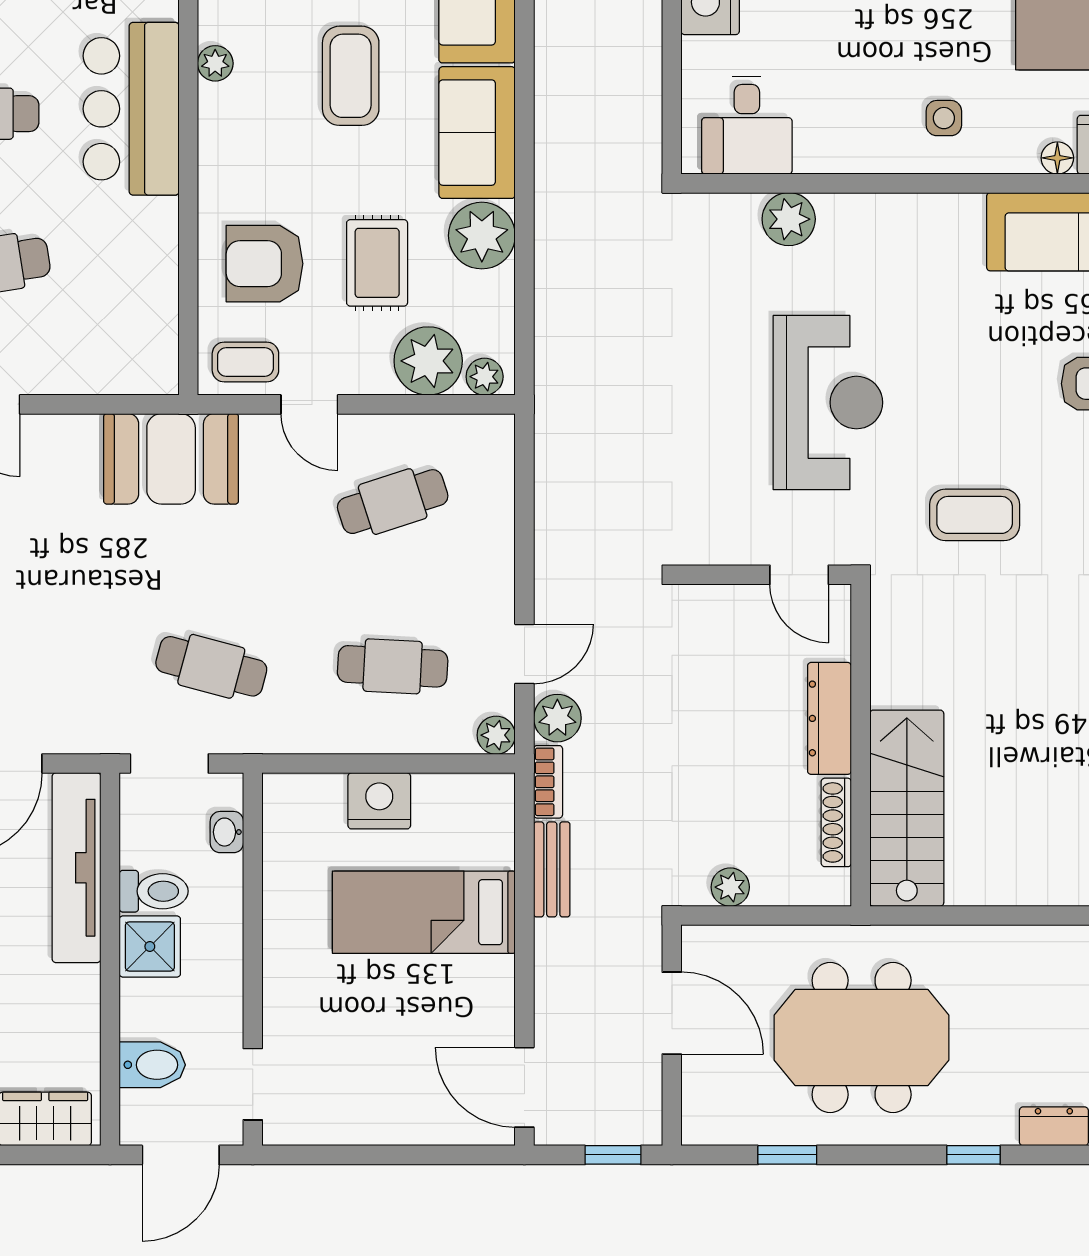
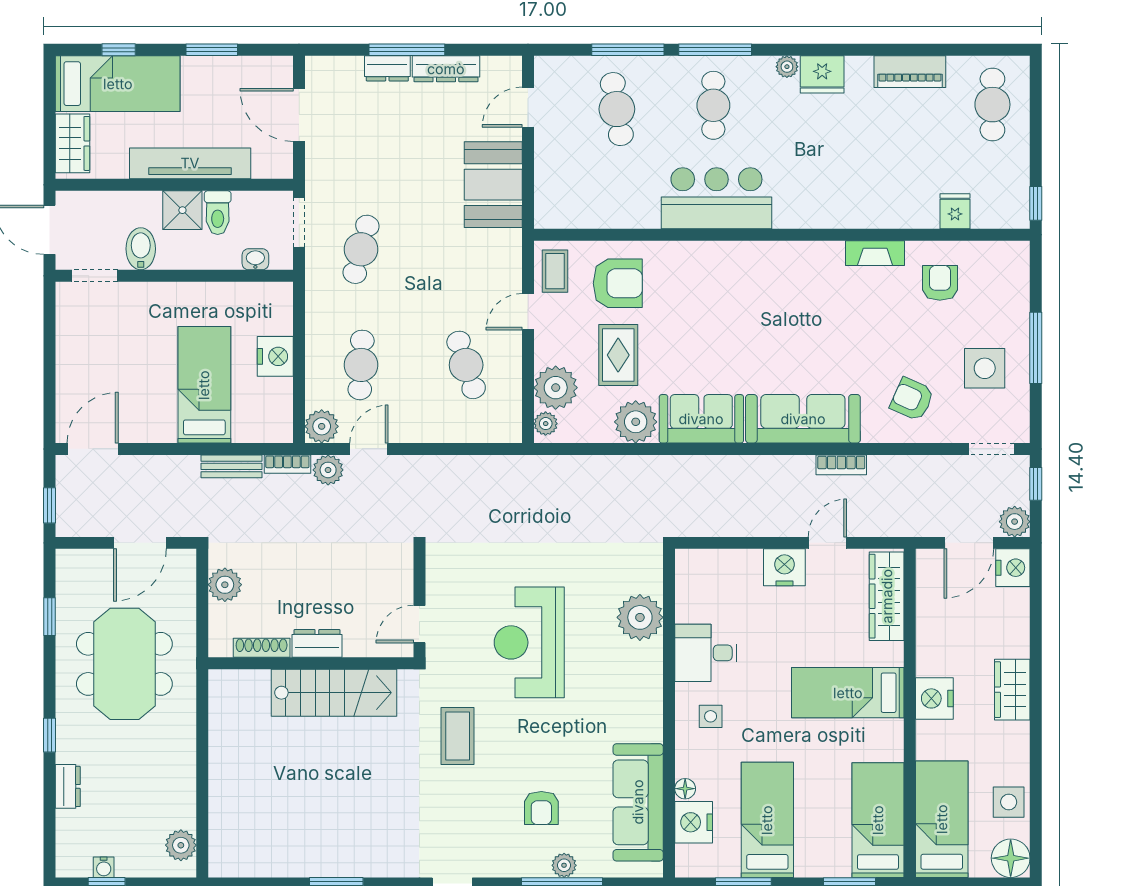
plant: (215, 63) -> (745, 252), removed
coffee table: (351, 76) -> (737, 338), removed
desk: (747, 125) -> (706, 653), moved
plant: (789, 219) -> (640, 617), width x1.36, depth x1.36
rug: (377, 263) -> (618, 355), turned 90
armchair: (265, 264) -> (618, 283), turned 90
reception desk: (828, 403) -> (529, 642), turned 90
booth: (171, 459) -> (493, 185), moved
door: (524, 654) -> (369, 449), swing flipped
dresser: (829, 718) -> (317, 643), width x0.70
plant: (496, 735) -> (322, 426), width x1.38, depth x1.38
stairs: (907, 808) -> (334, 693), moved
tv unit: (76, 868) -> (190, 163), moved
plant: (730, 887) -> (225, 585), width x1.38, depth x1.38
bidet: (152, 1065) -> (141, 249), moved, turned 180

